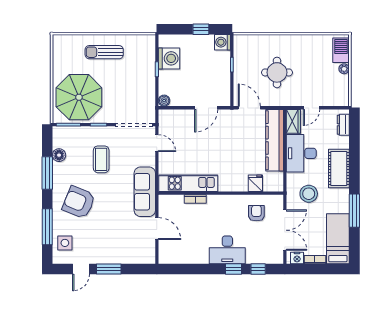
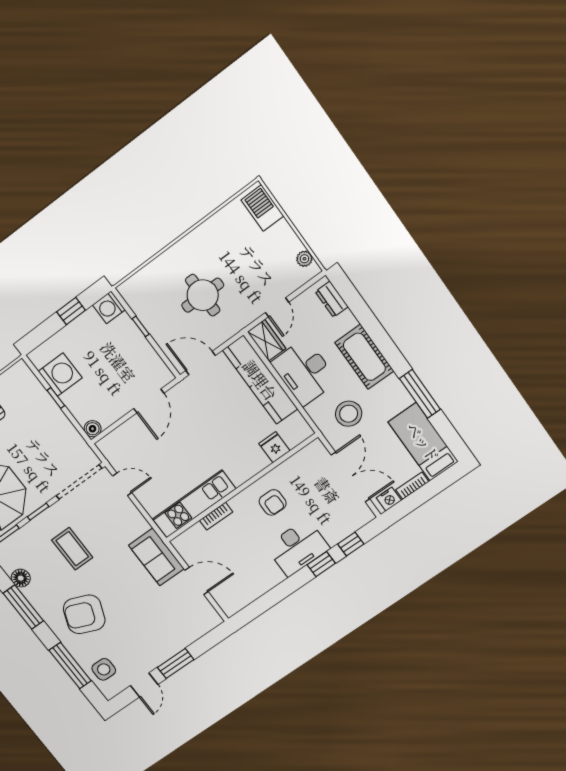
plant: (344, 69) -> (304, 259), moved
sofa: (145, 192) -> (156, 557), width x0.73
armchair: (256, 213) -> (273, 502), moved, turned 180

